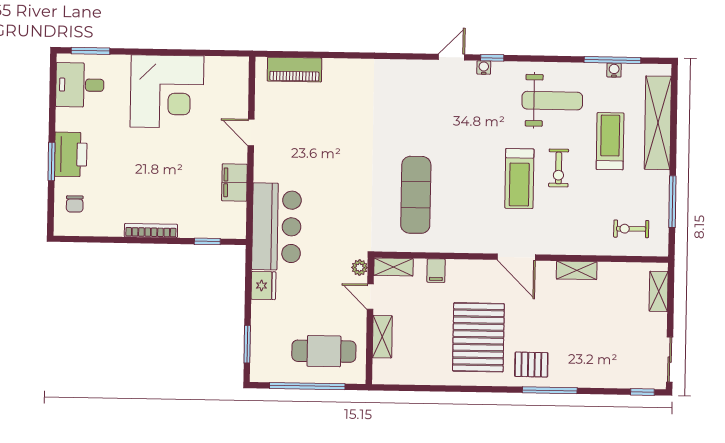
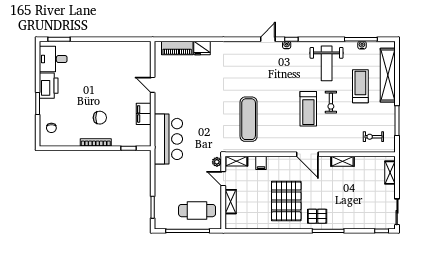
corner desk: (167, 91) -> (104, 62), removed
weight bench: (552, 101) -> (327, 63), turned 90
printer: (71, 154) -> (49, 86), moved
chair: (159, 188) -> (100, 118), added
fridge: (263, 286) -> (202, 48), moved, turned 90

